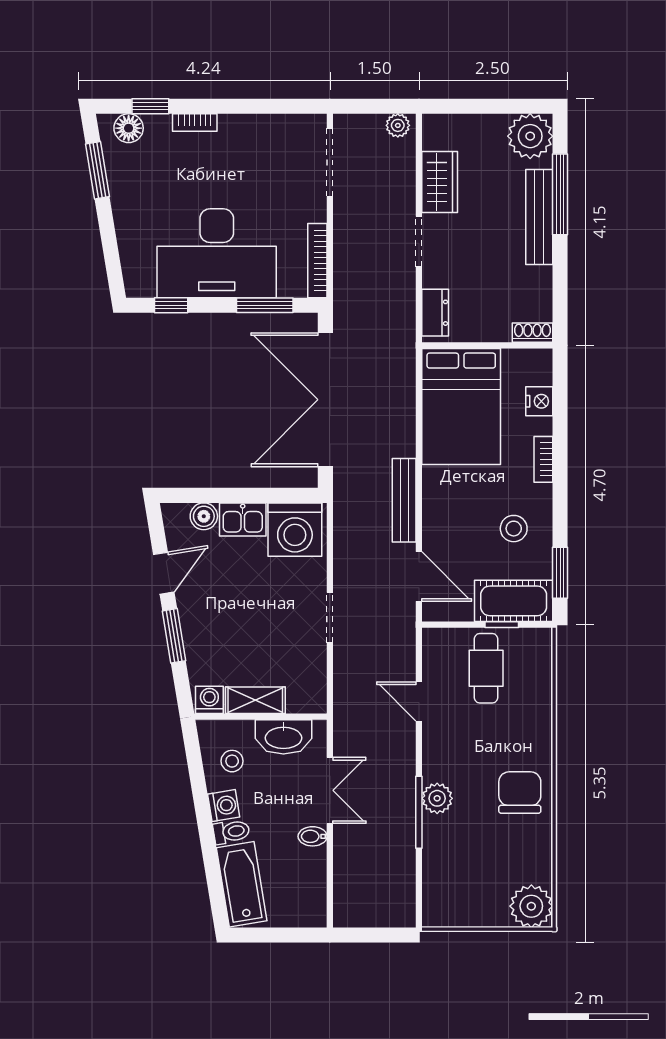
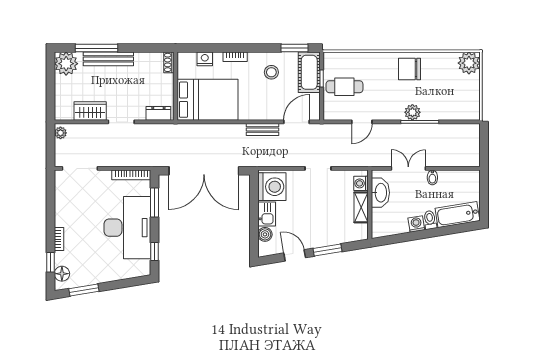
bench: (404, 500) -> (262, 130), width x0.73
washing machine: (209, 700) -> (361, 183), moved
stool: (232, 761) -> (393, 220), removed

